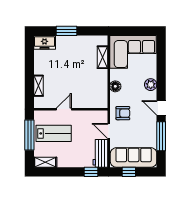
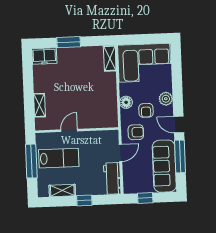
shelving: (102, 57) -> (110, 58), moved
armchair: (133, 94) -> (146, 110), added
door: (109, 131) -> (121, 153), swing flipped
sofa: (134, 157) -> (164, 166), moved, turned -90
shelving: (45, 162) -> (62, 190), moved
window: (91, 172) -> (84, 200), moved

